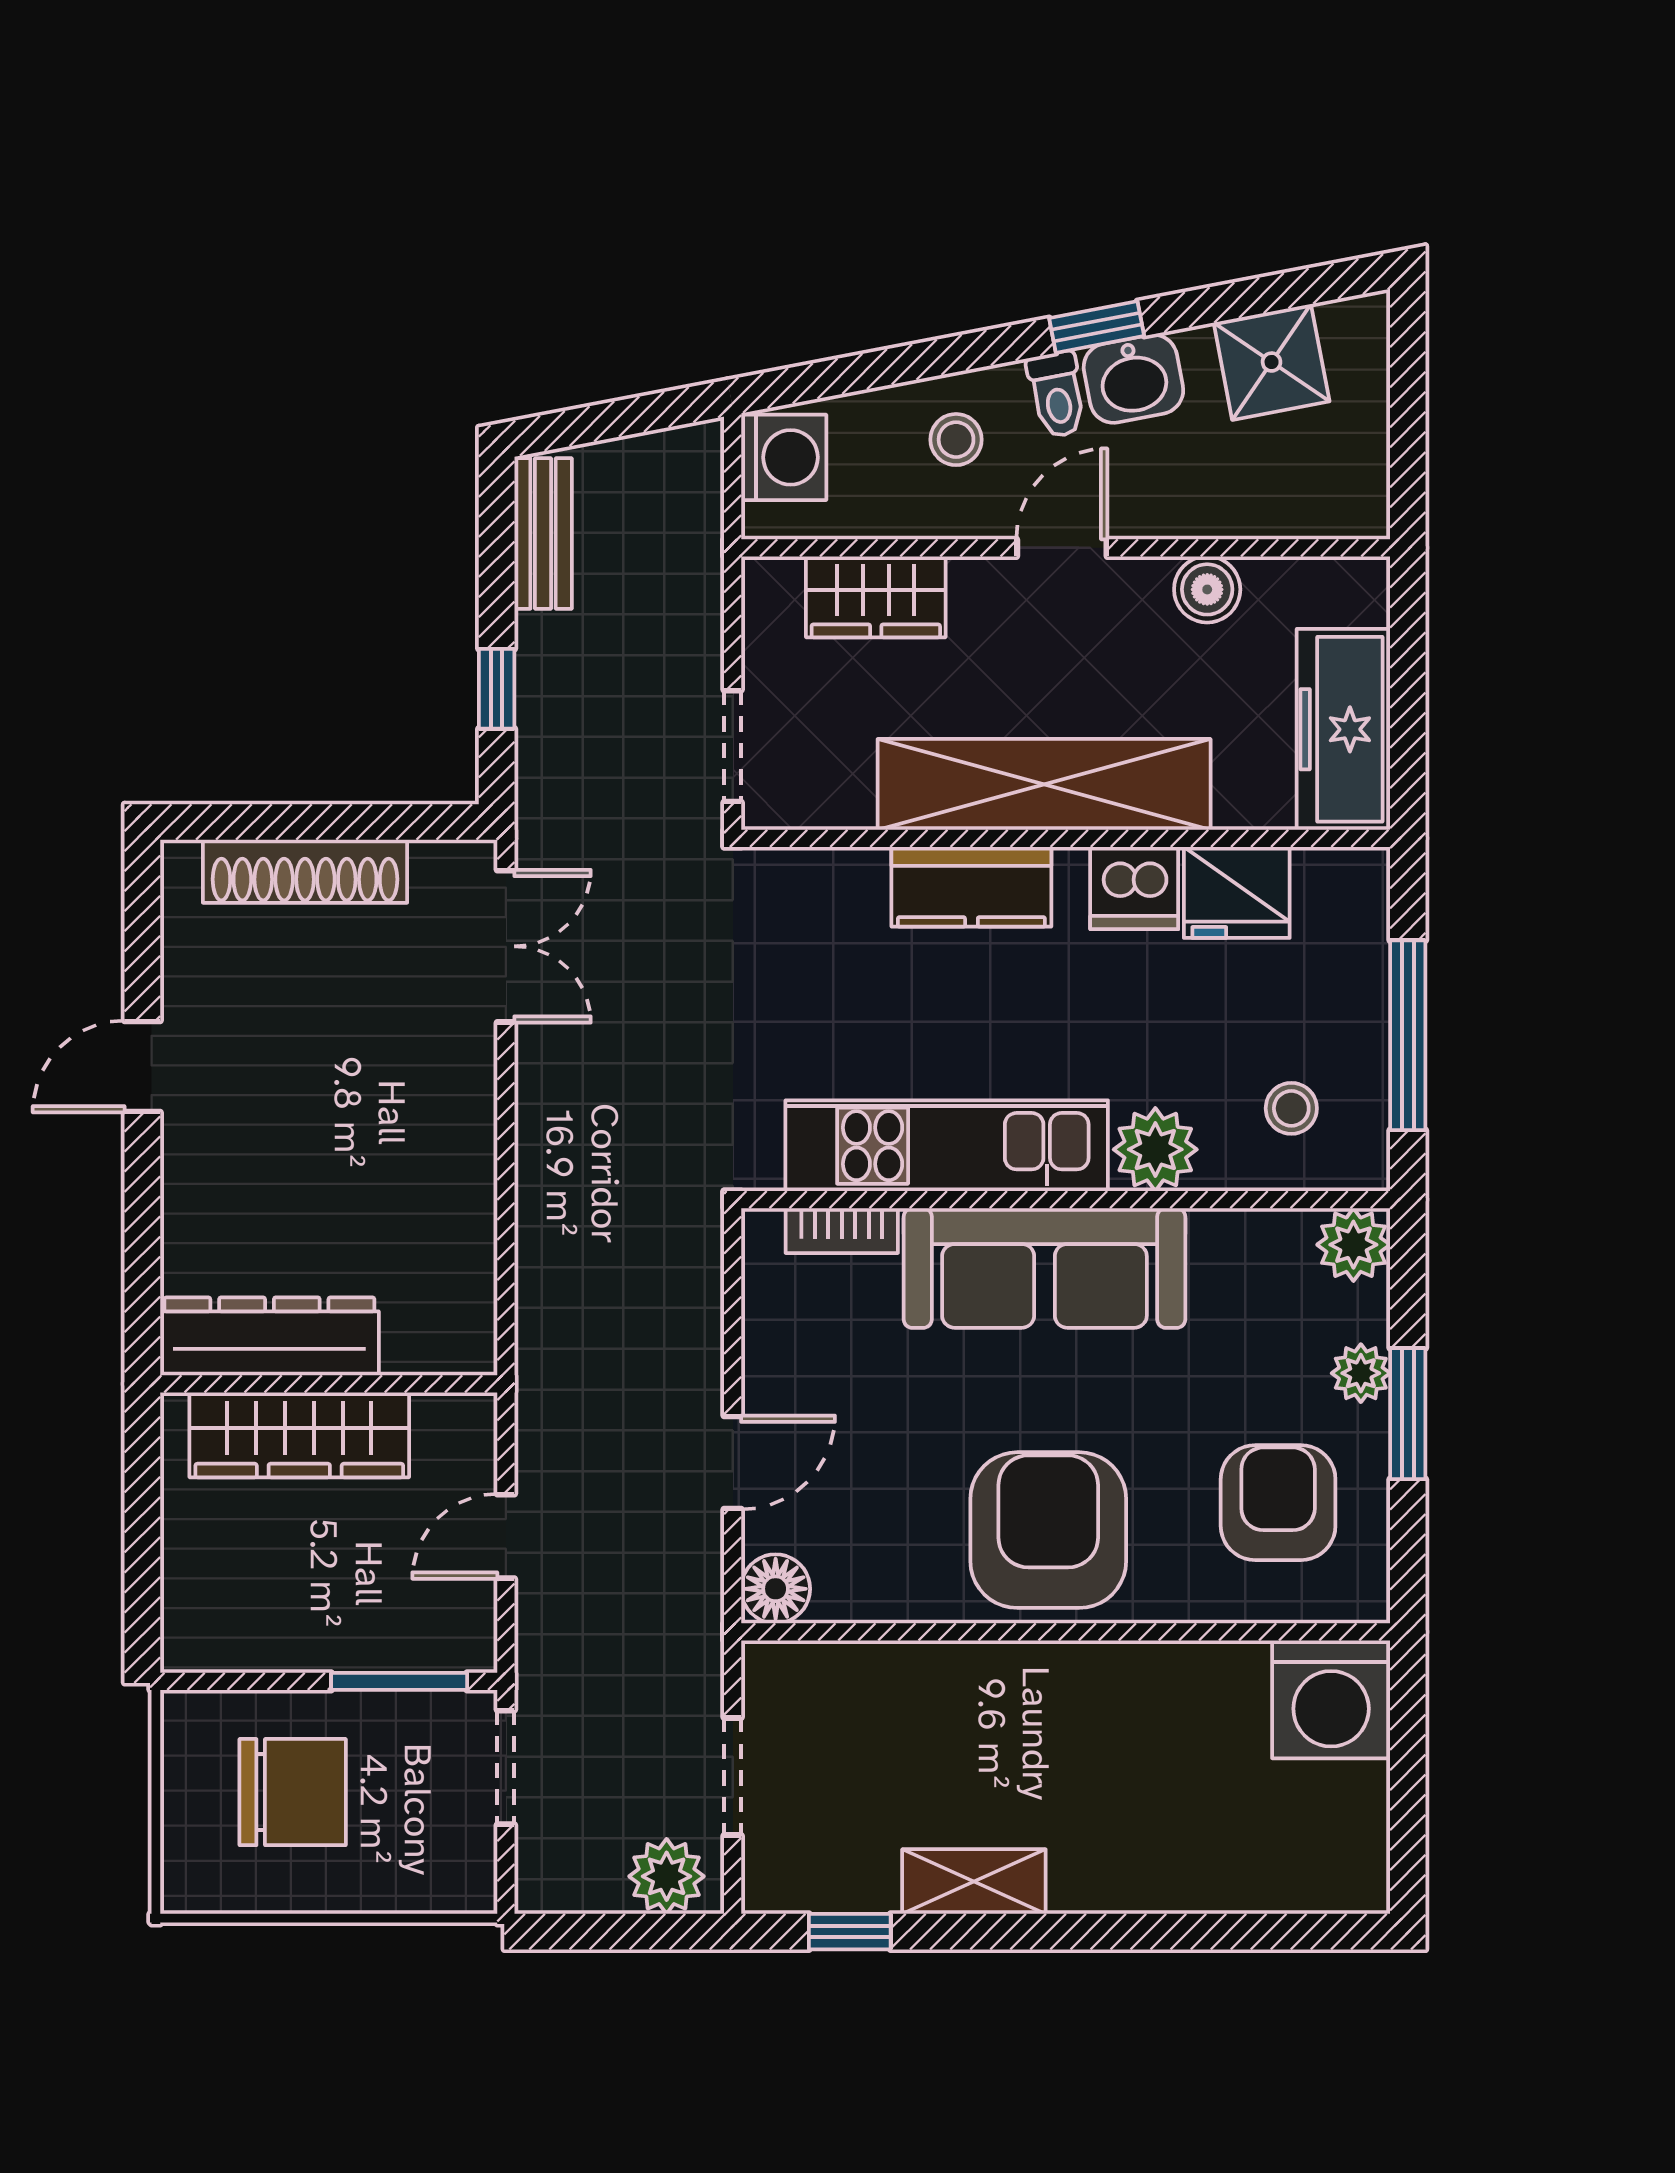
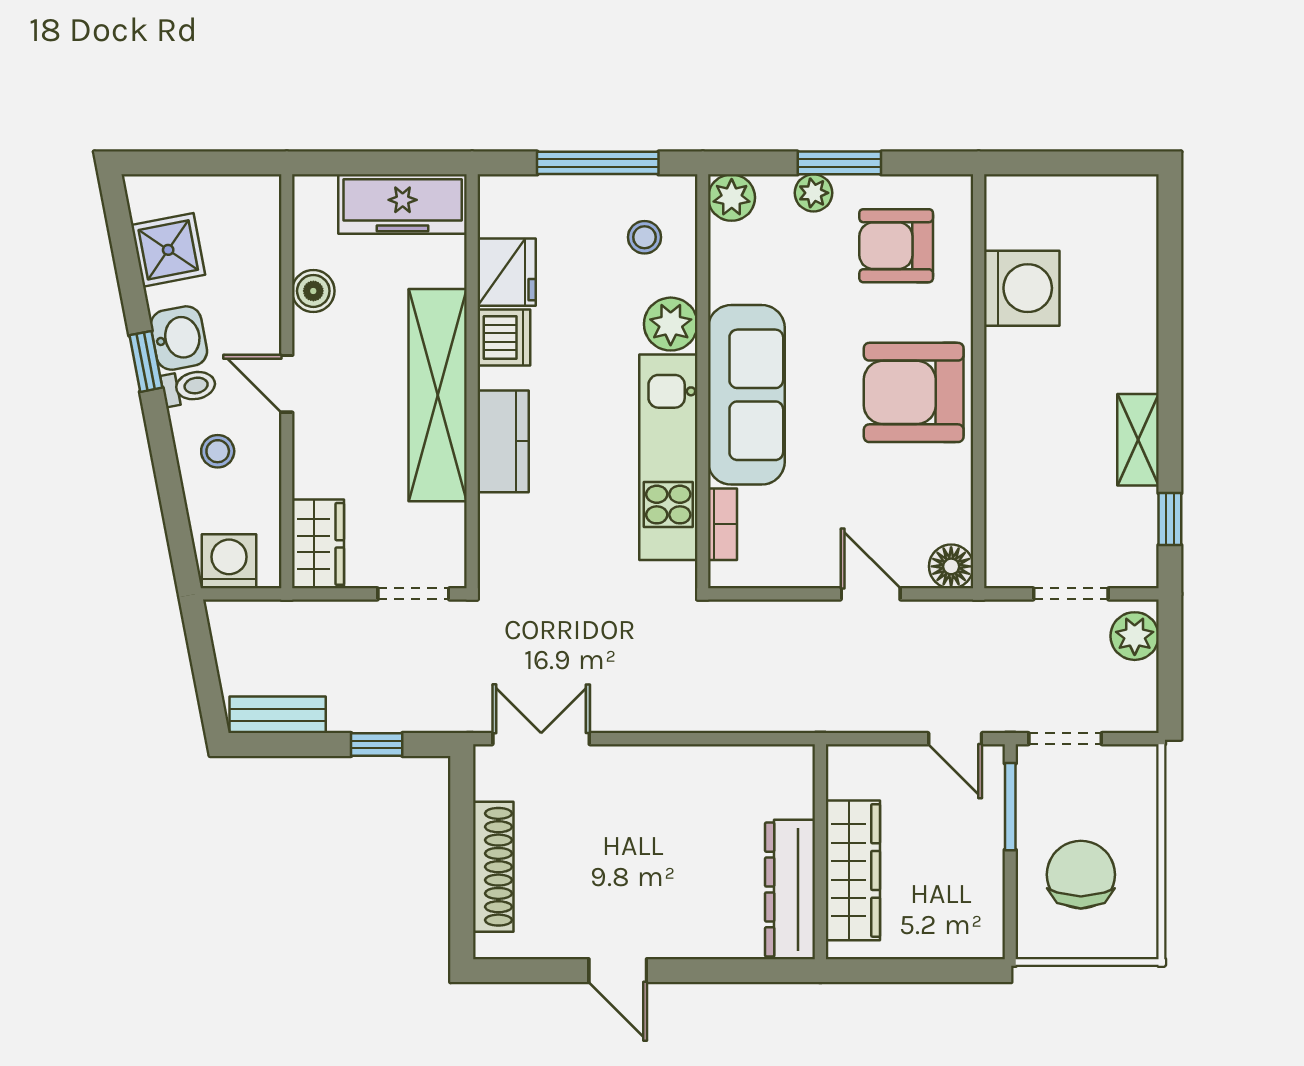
wardrobe: (876, 597) -> (318, 544), moved
door: (506, 1536) -> (955, 739), moved
washing machine: (1331, 1699) -> (1022, 288), moved

